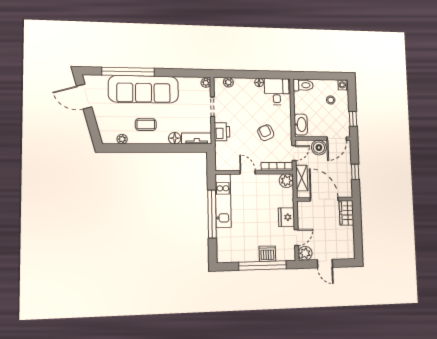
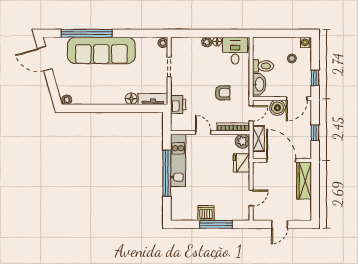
plant: (228, 82) -> (207, 42), moved
toilet: (303, 85) -> (263, 66), moved
coffee table: (146, 124) -> (103, 85), removed
printer: (222, 132) -> (178, 104), moved
armchair: (266, 133) -> (223, 93), turned 114
plant: (122, 139) -> (67, 100), moved
wardrobe: (346, 213) -> (304, 181), width x1.50
fridge: (286, 217) -> (241, 163), moved
plant: (305, 253) -> (259, 214), removed
dishwasher: (267, 254) -> (206, 213), moved
door: (325, 264) -> (280, 224), hinge flipped
window: (263, 265) -> (216, 224), width x0.68

